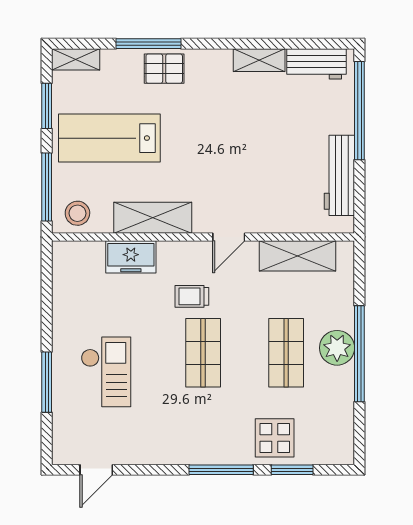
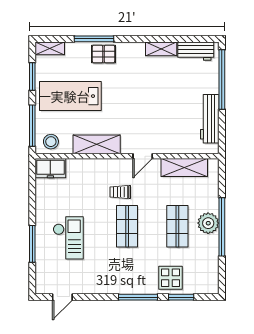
freezer: (131, 257) -> (50, 168), moved

